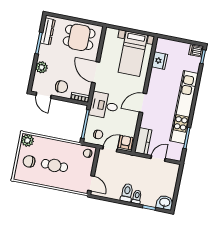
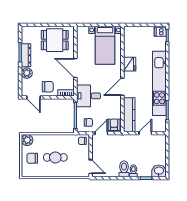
dresser: (48, 31) -> (26, 55), moved
fridge: (159, 61) -> (130, 64), moved
kitchen counter: (143, 141) -> (129, 115), width x1.50

